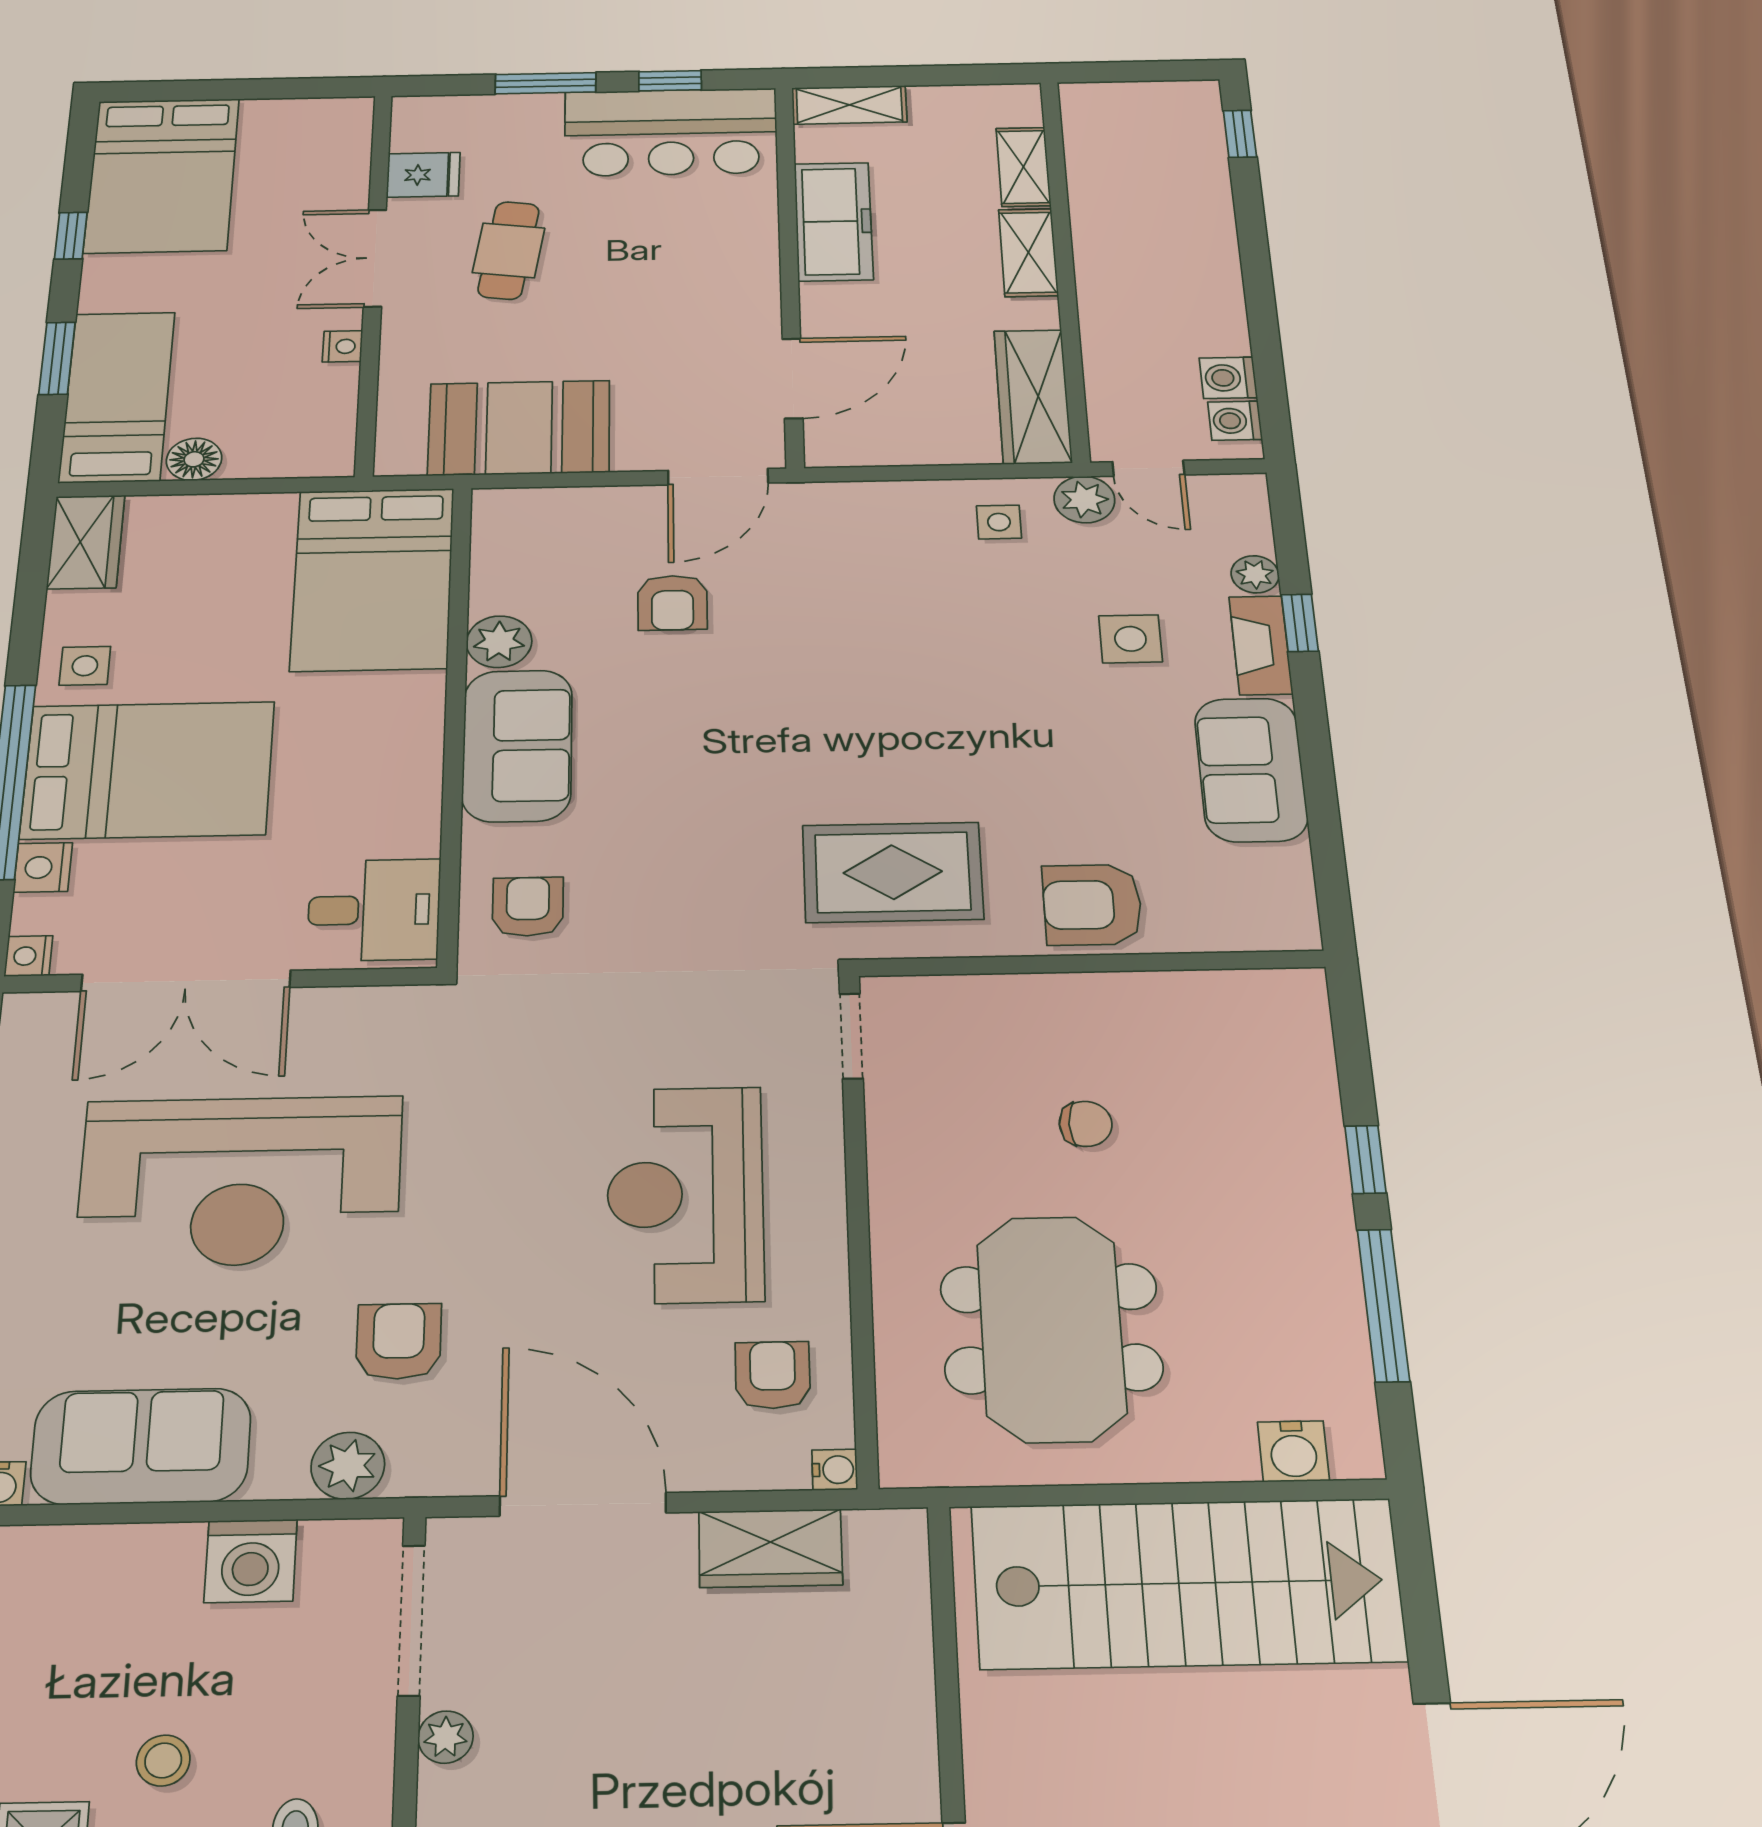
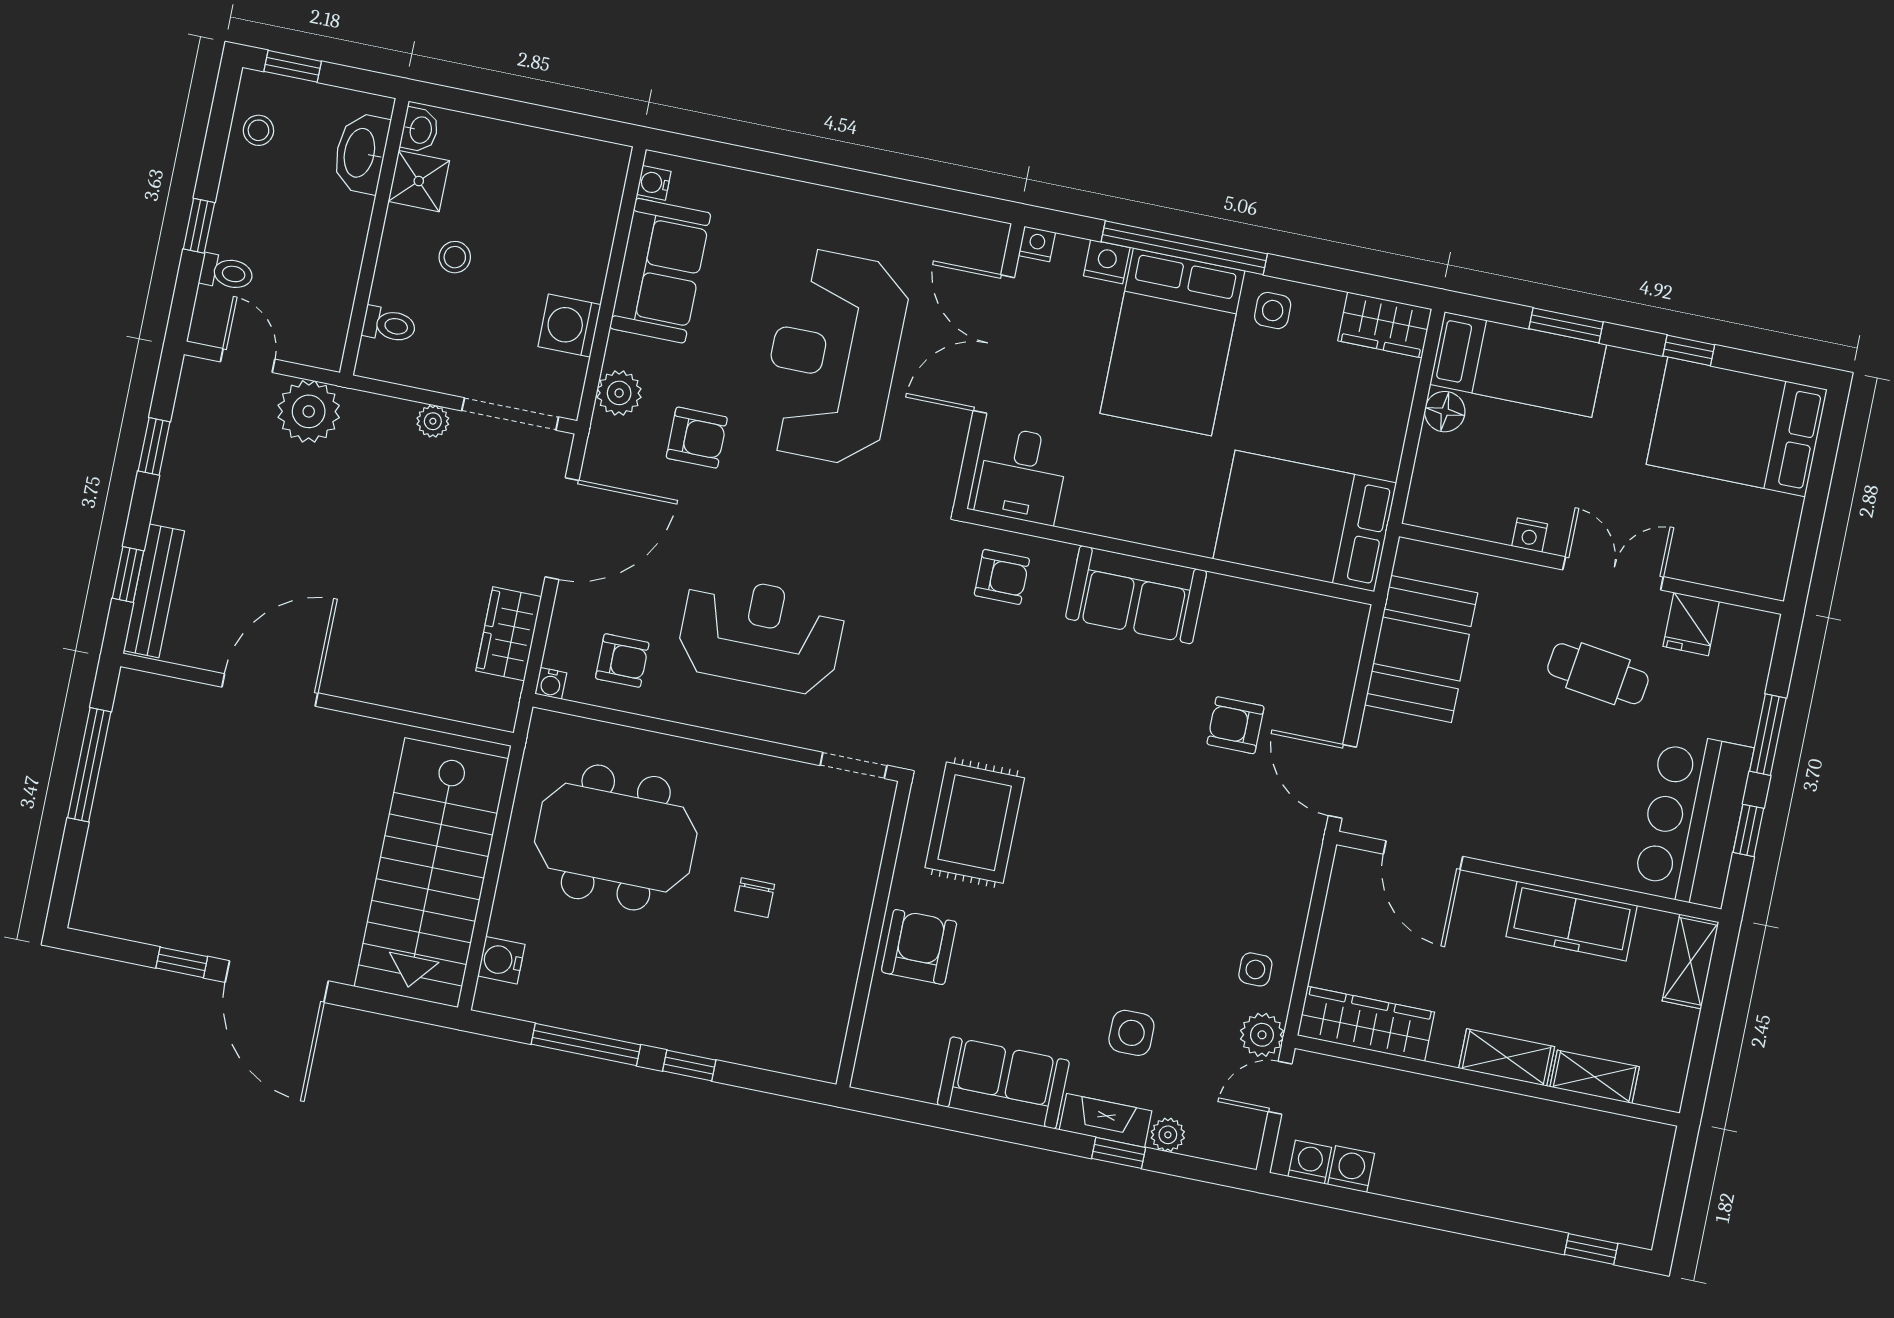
plant: (499, 642) -> (1228, 599), removed

